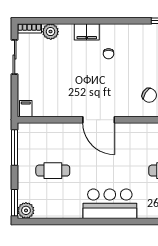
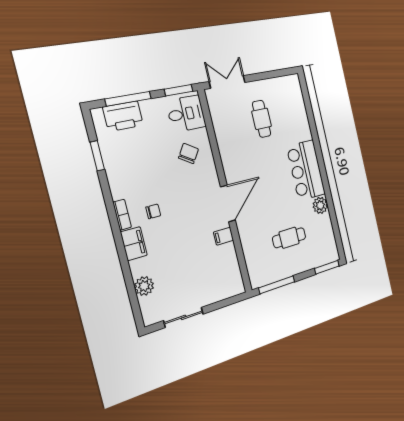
bookcase: (29, 28) -> (122, 215), moved
filing cabinet: (26, 109) -> (224, 236), moved
cafe table: (53, 171) -> (289, 238), turned 90
plant: (26, 210) -> (320, 205), moved

